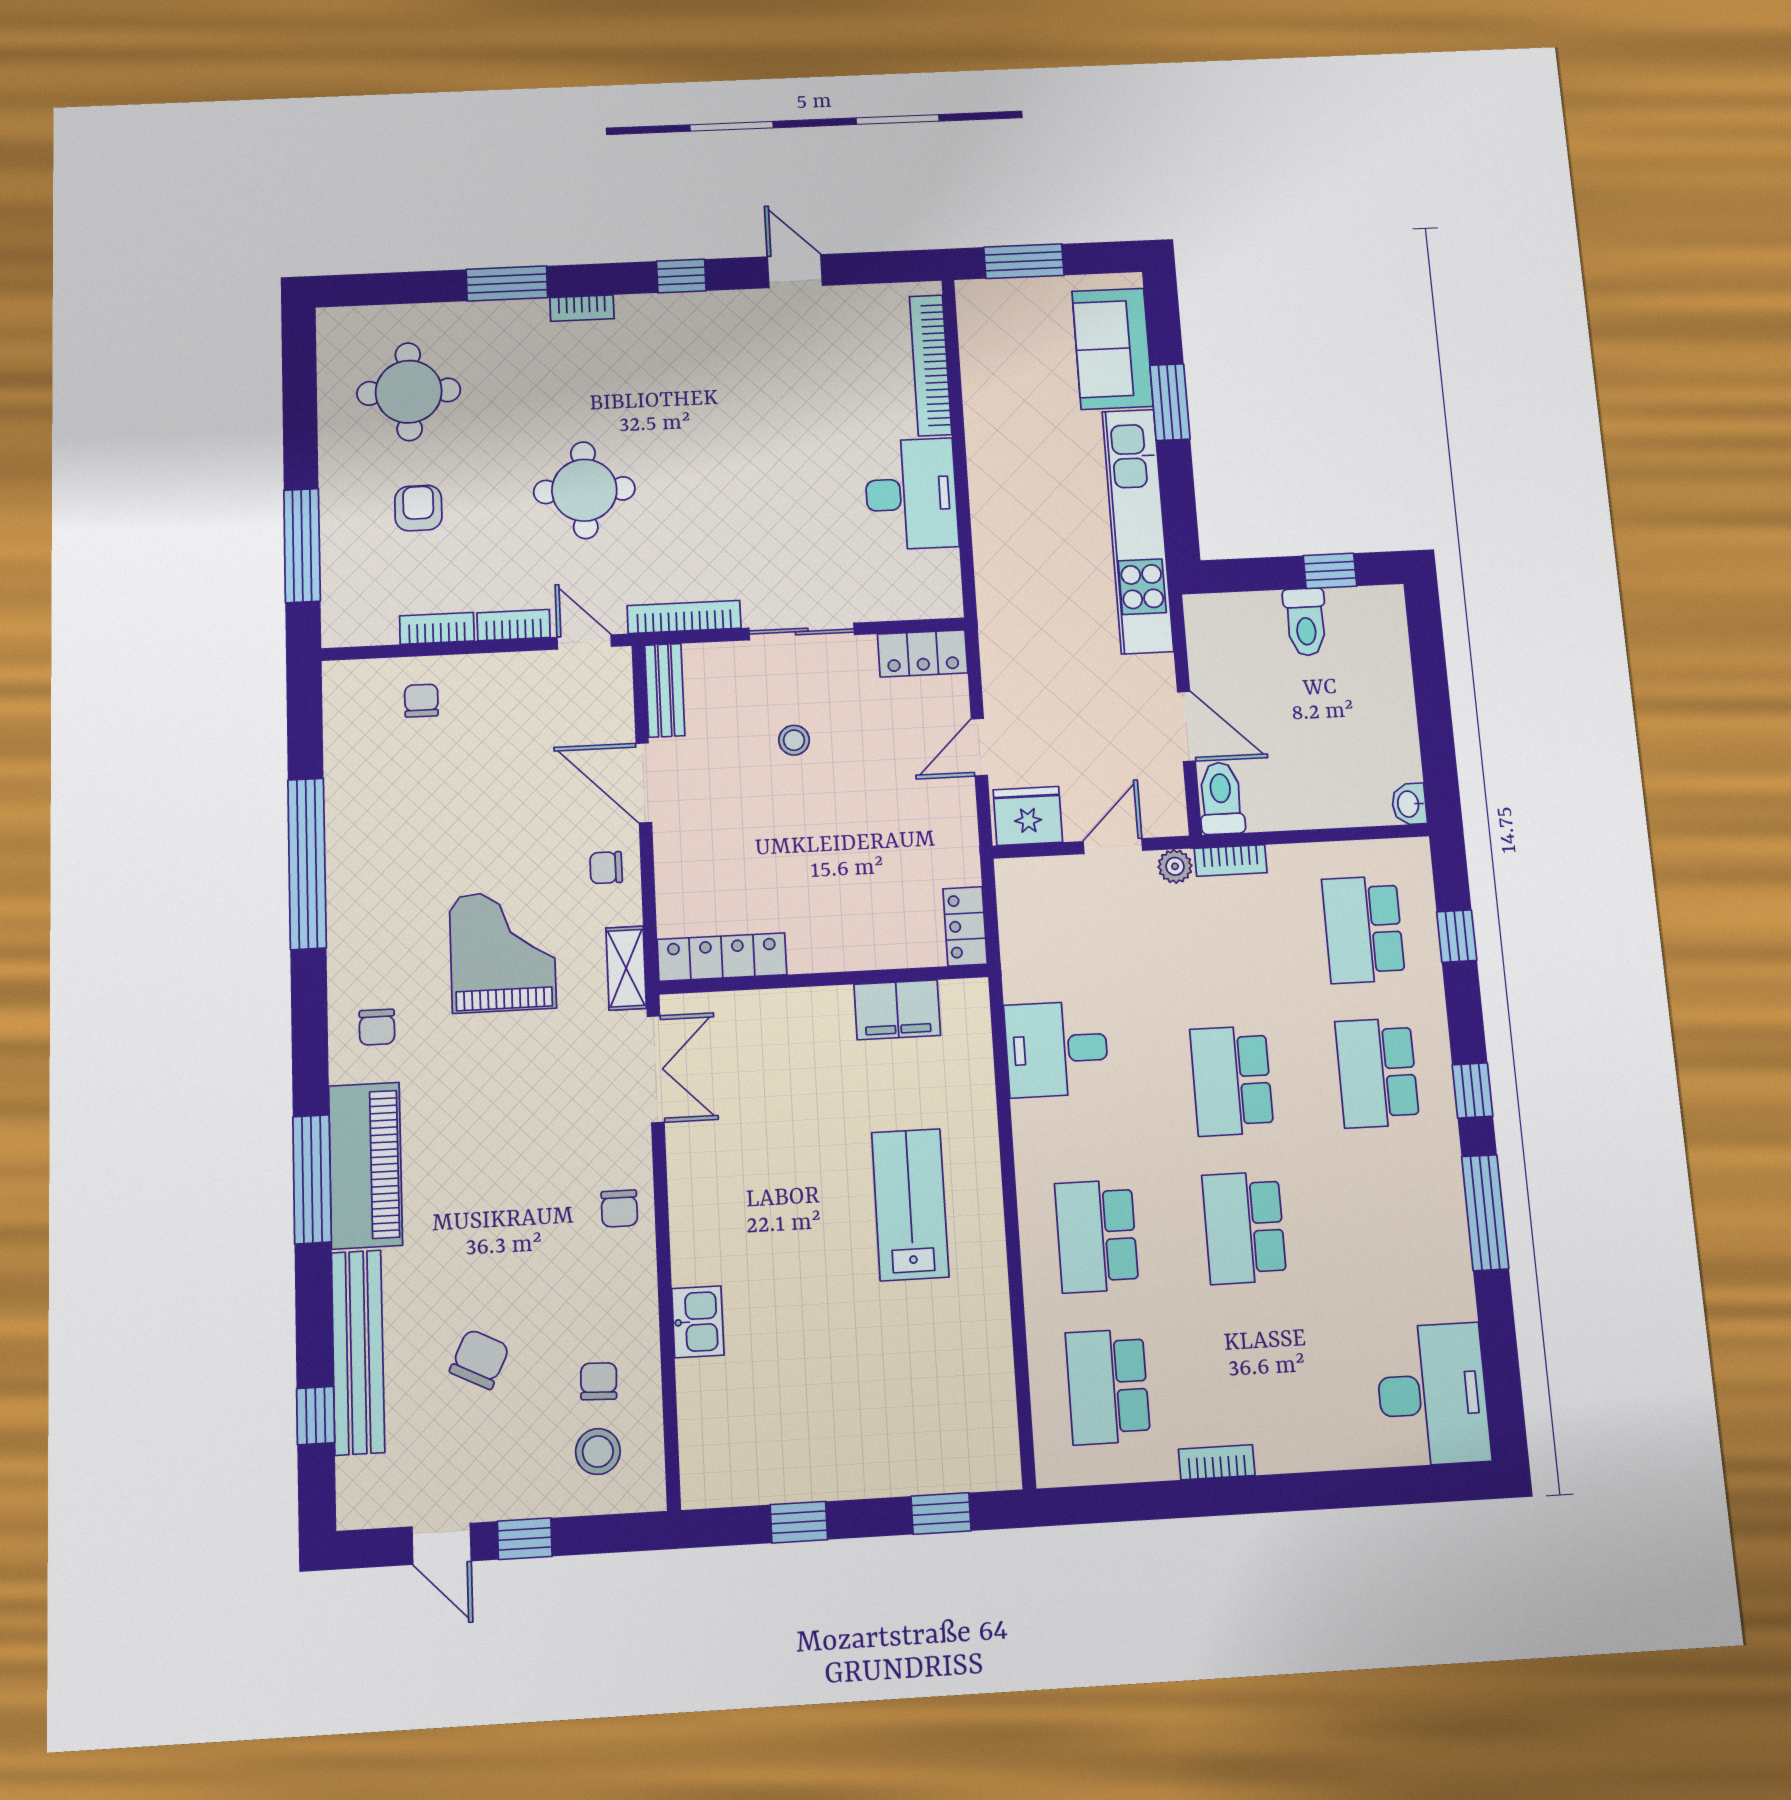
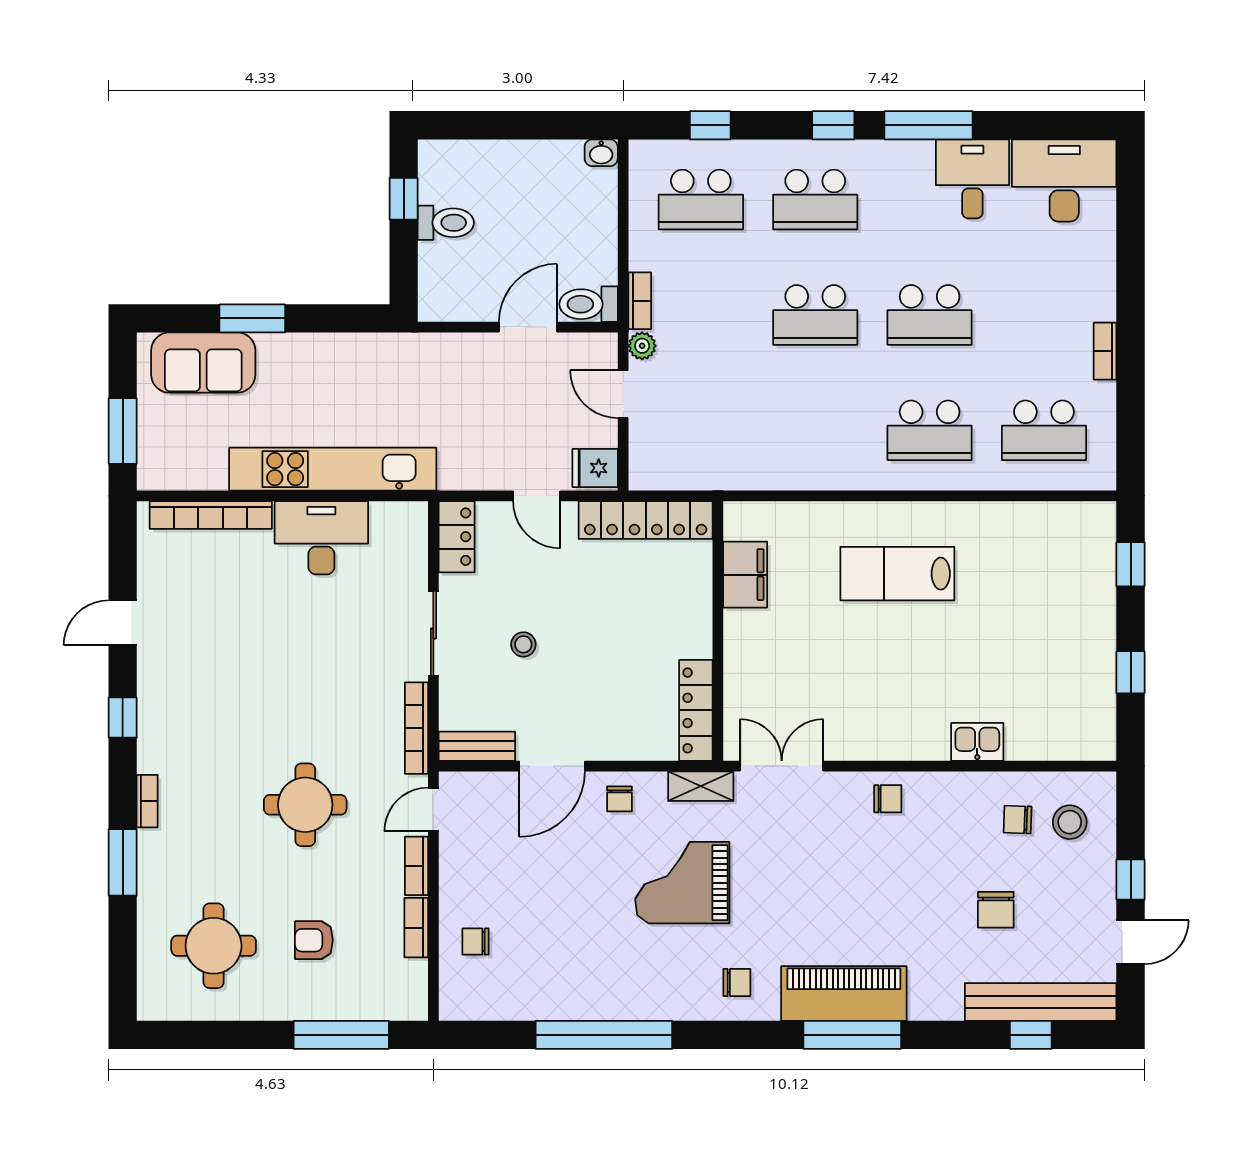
kitchen unit: (1138, 531) -> (333, 469), moved, turned 180
fridge: (1028, 816) -> (595, 468), width x0.72
locker: (965, 926) -> (646, 520), width x2.16, depth x1.21
desk: (1057, 1049) -> (972, 179), moved, turned 180
bench: (358, 1352) -> (1041, 1002), moved
chair: (479, 1359) -> (996, 910), turned -116

